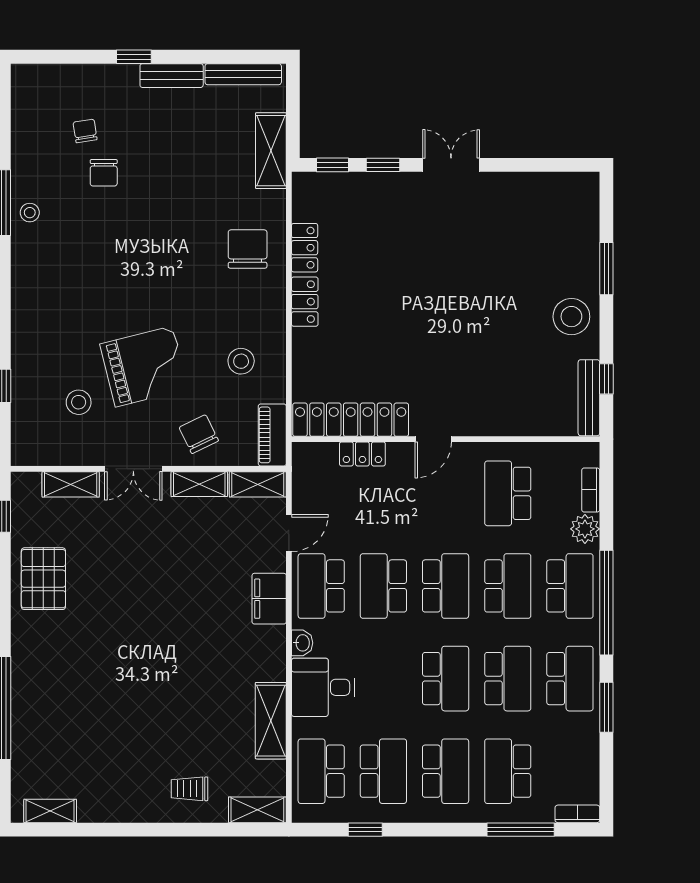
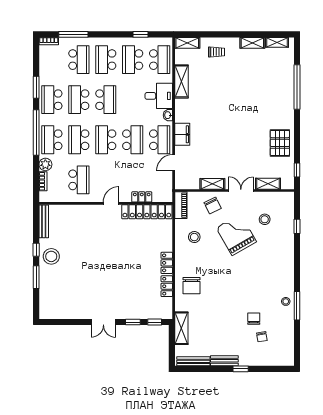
grand piano: (144, 367) -> (236, 235), turned 74
window: (606, 379) -> (36, 250), moved
shelving: (258, 484) -> (252, 43), moved
school desk: (446, 679) -> (106, 100), turned 180

